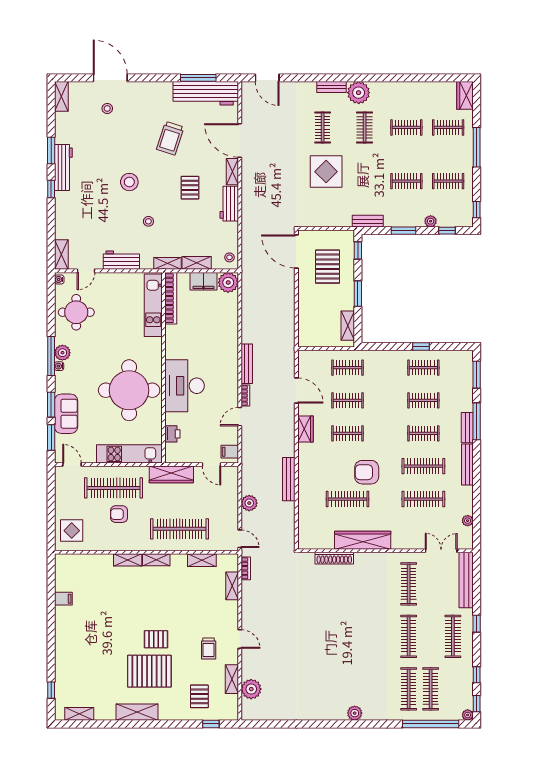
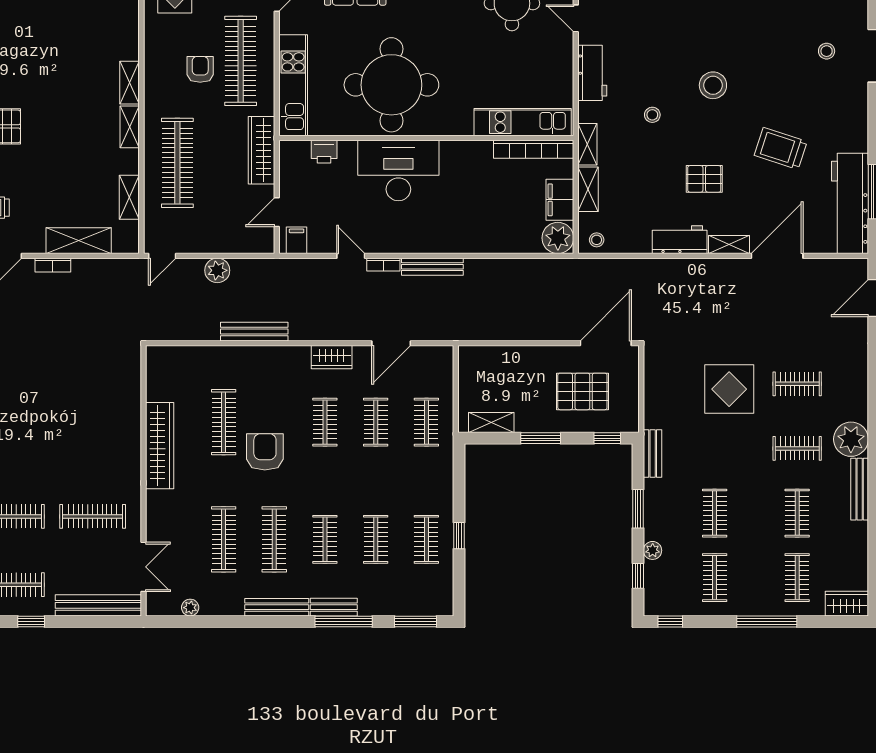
bench: (331, 87) -> (860, 489), moved, width x1.36
shoe rack: (334, 558) -> (132, 402), removed
bookcase: (246, 568) -> (53, 265), moved
shelving: (232, 586) -> (79, 241), width x1.50, depth x1.33

